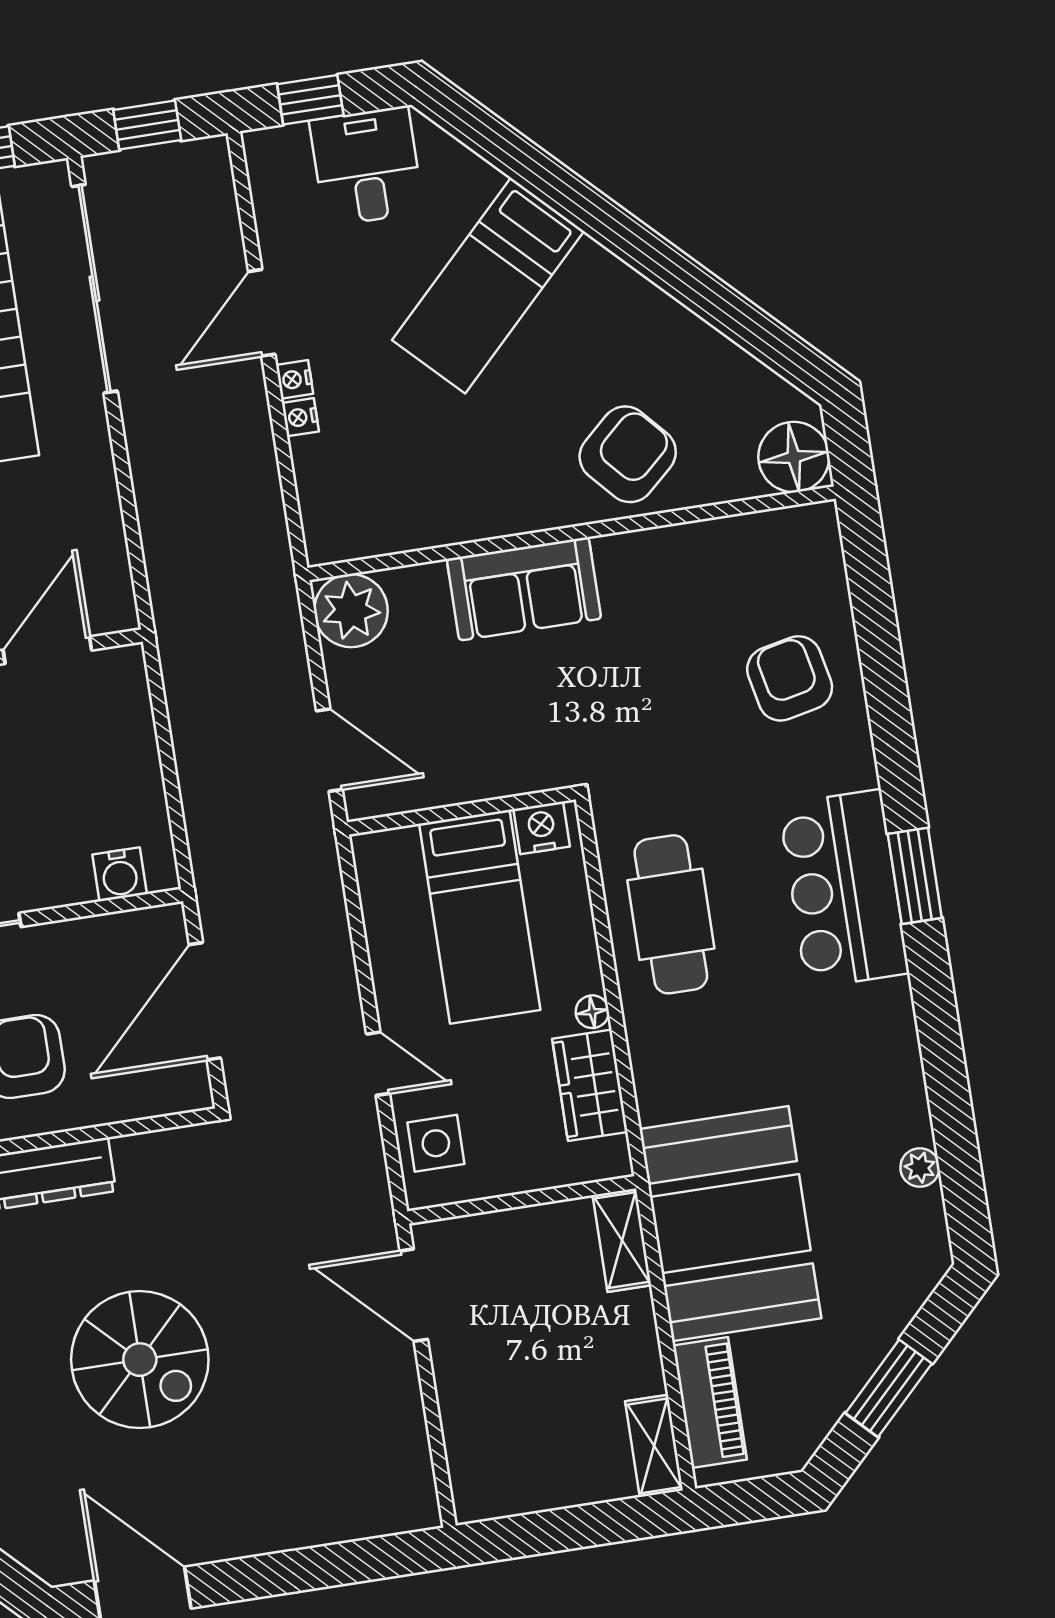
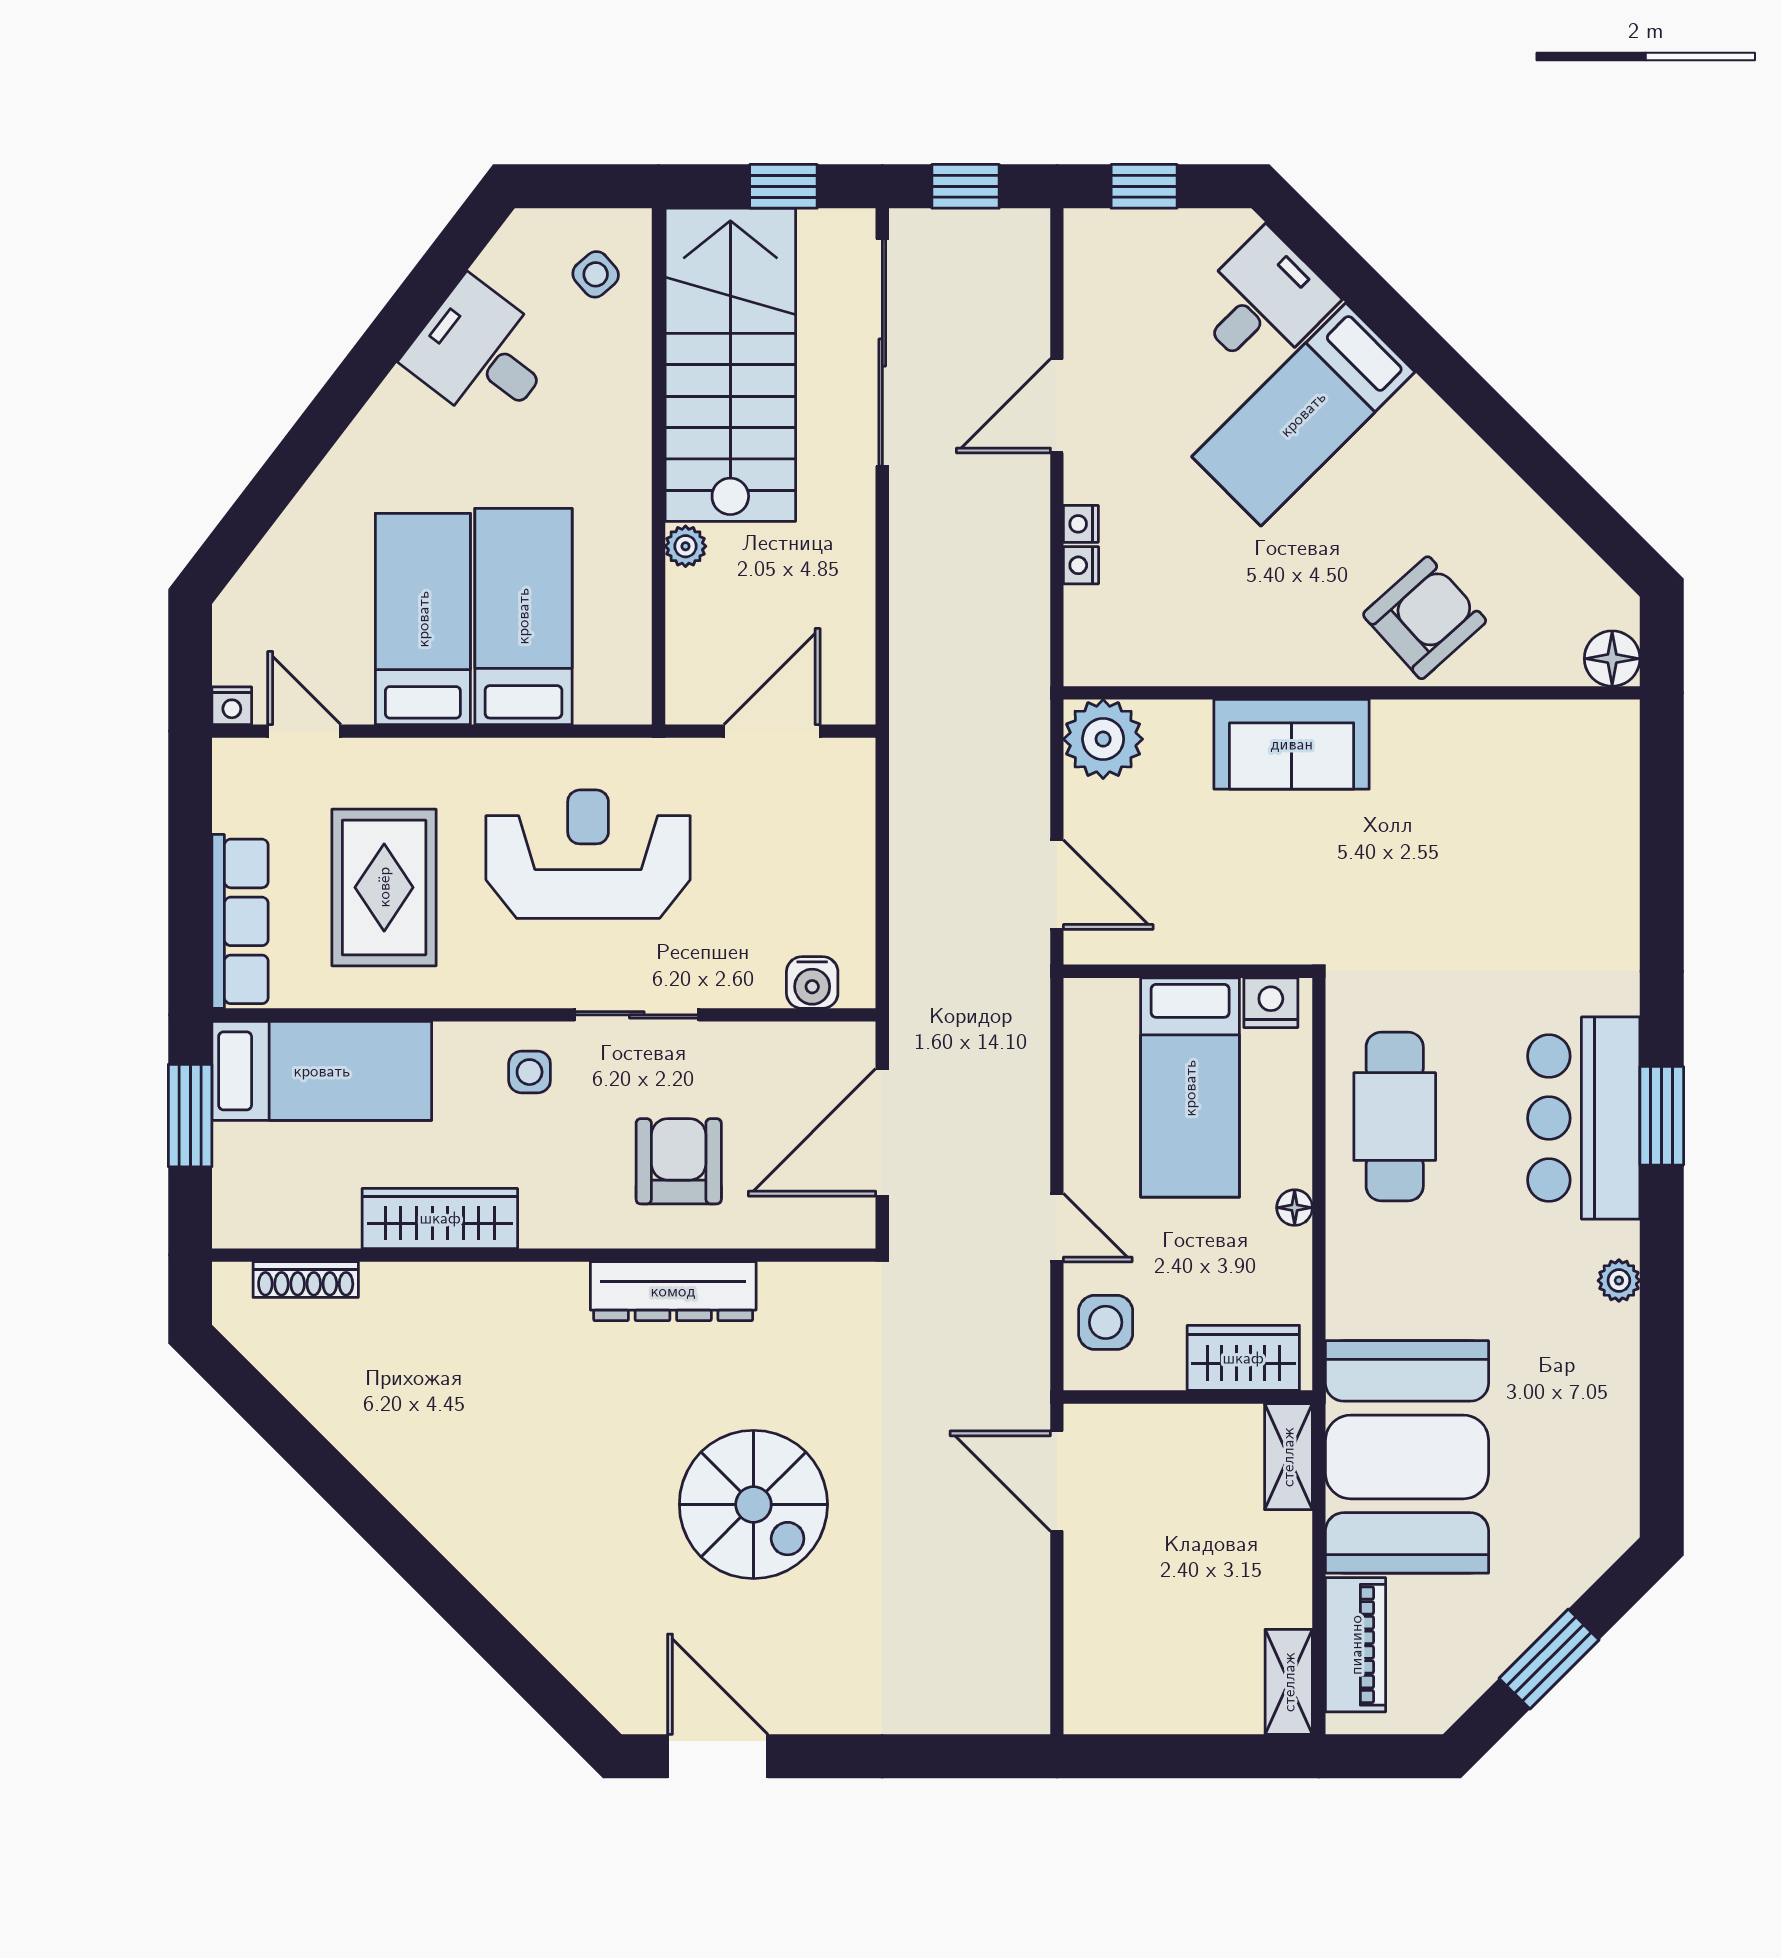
desk: (367, 166) -> (1263, 303), moved, turned 45
nightstand: (295, 379) -> (1081, 565), moved
floor lamp: (794, 457) -> (1612, 659), width x0.73, depth x0.73
armchair: (790, 678) -> (1561, 884), removed
wardrobe: (590, 1085) -> (1243, 1358), moved, turned 90
plant: (920, 1168) -> (1619, 1281), moved

